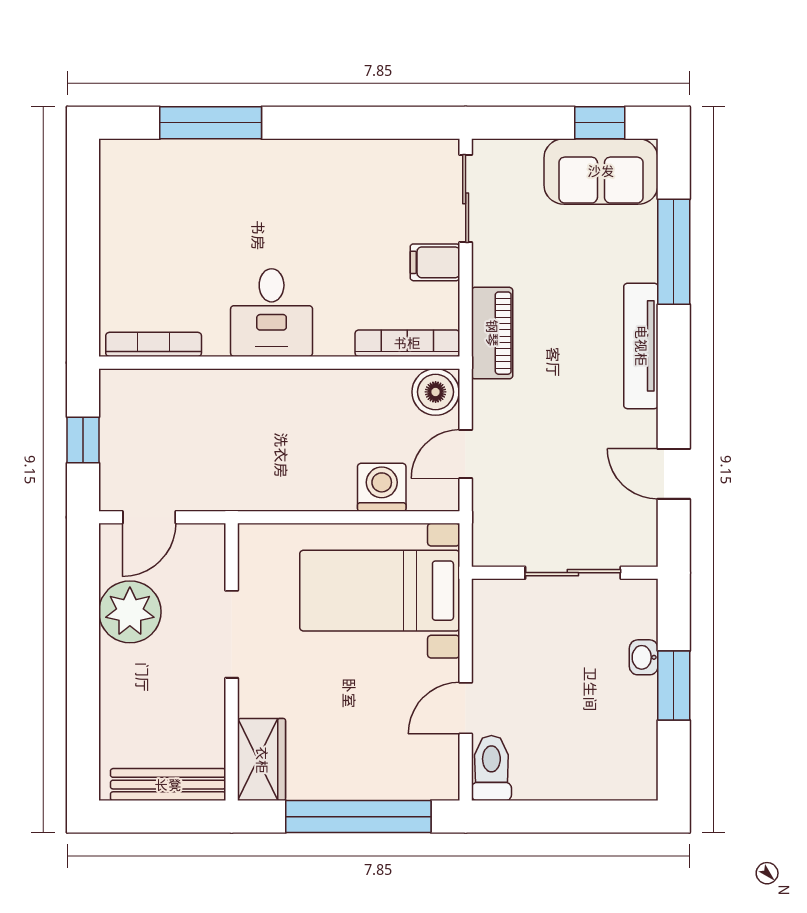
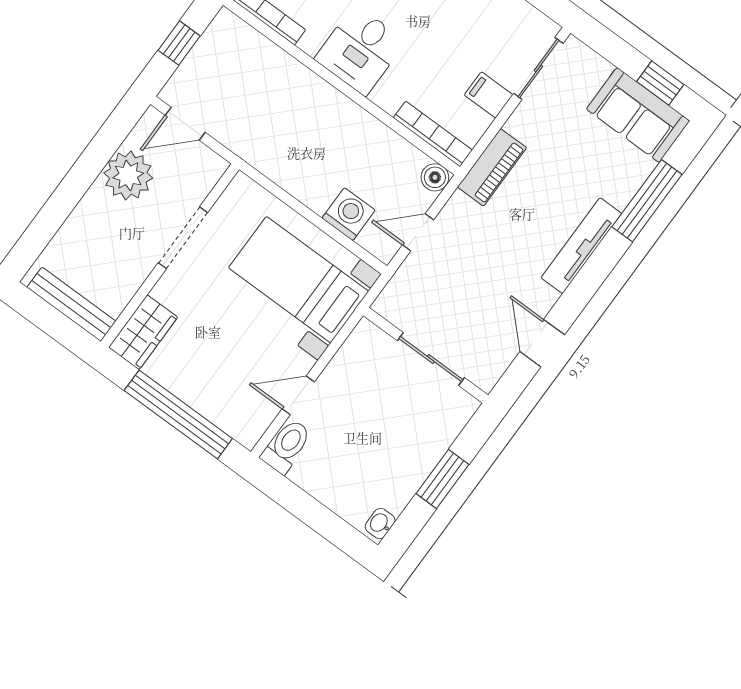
boiler: (436, 392) -> (435, 177), width x0.73, depth x0.73
washbasin: (644, 657) -> (380, 523), moved

